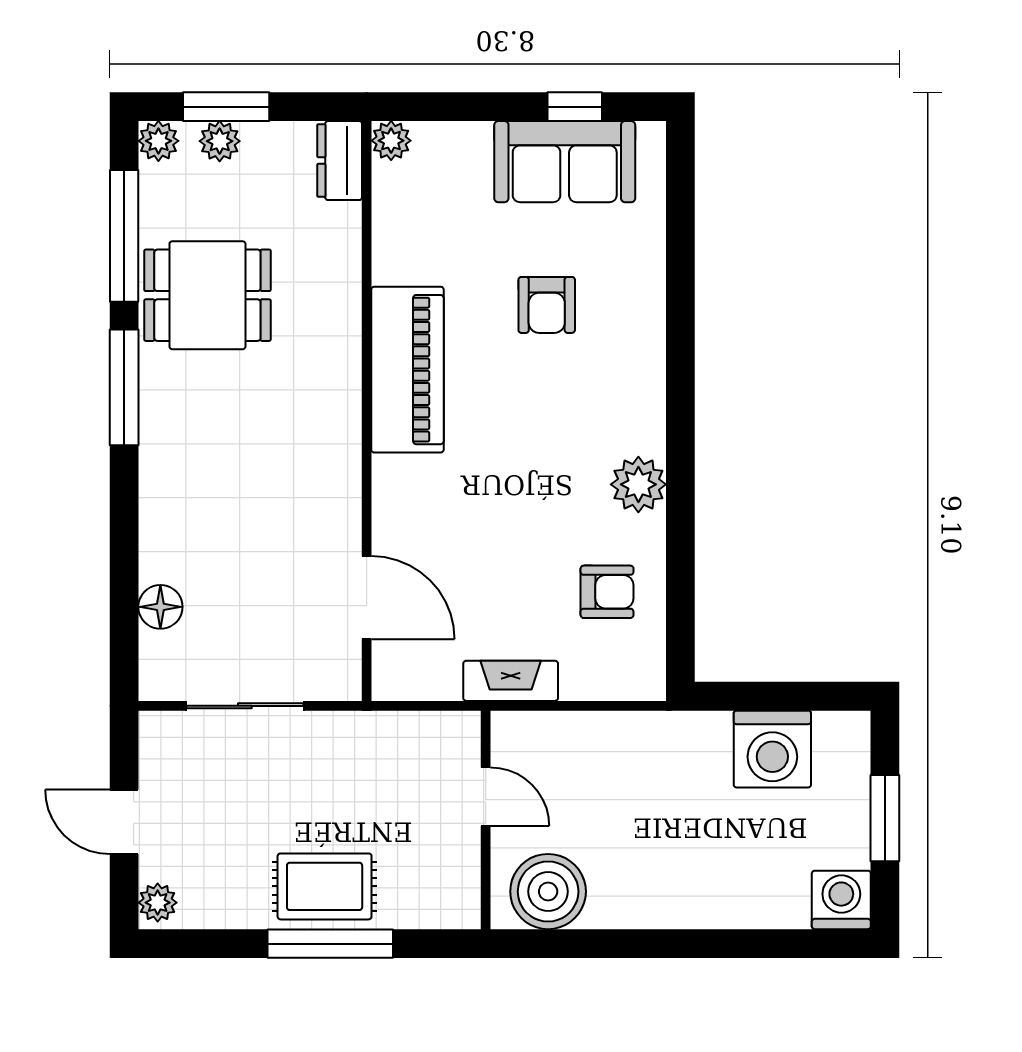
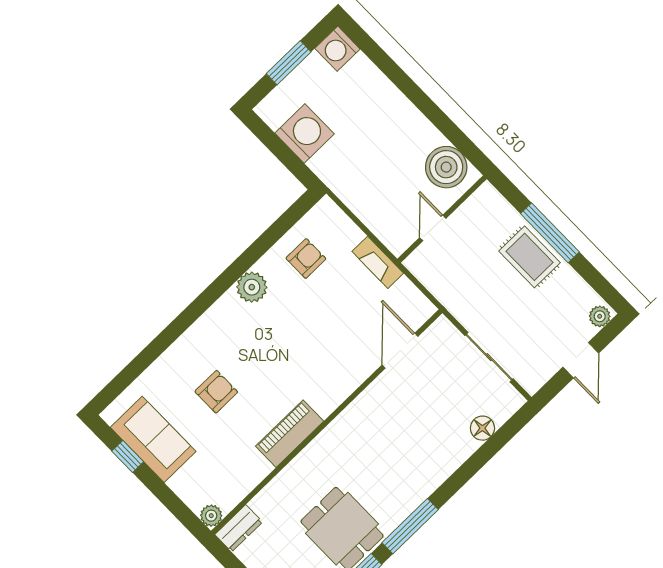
piano: (407, 370) -> (290, 434), width x0.73, depth x0.75
armchair: (607, 592) -> (306, 258), turned 90

